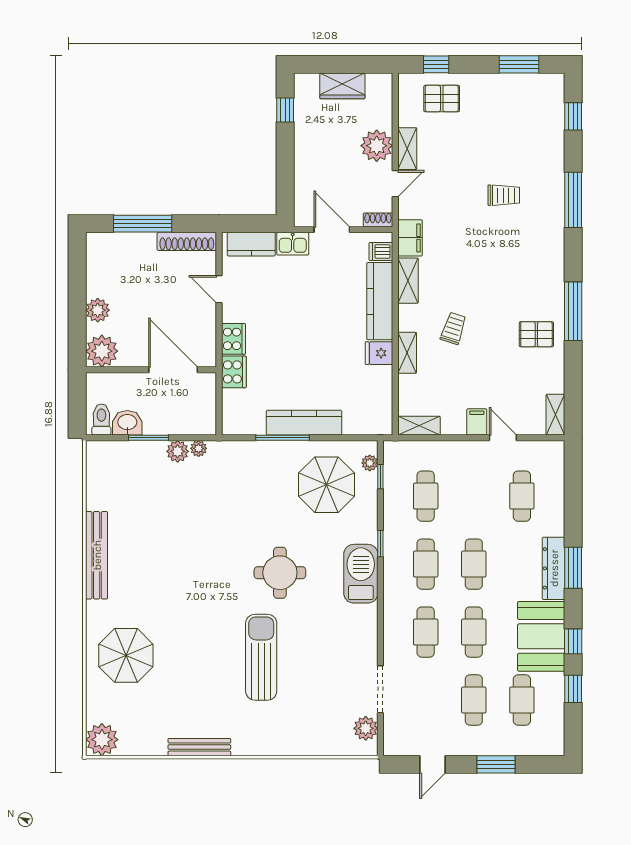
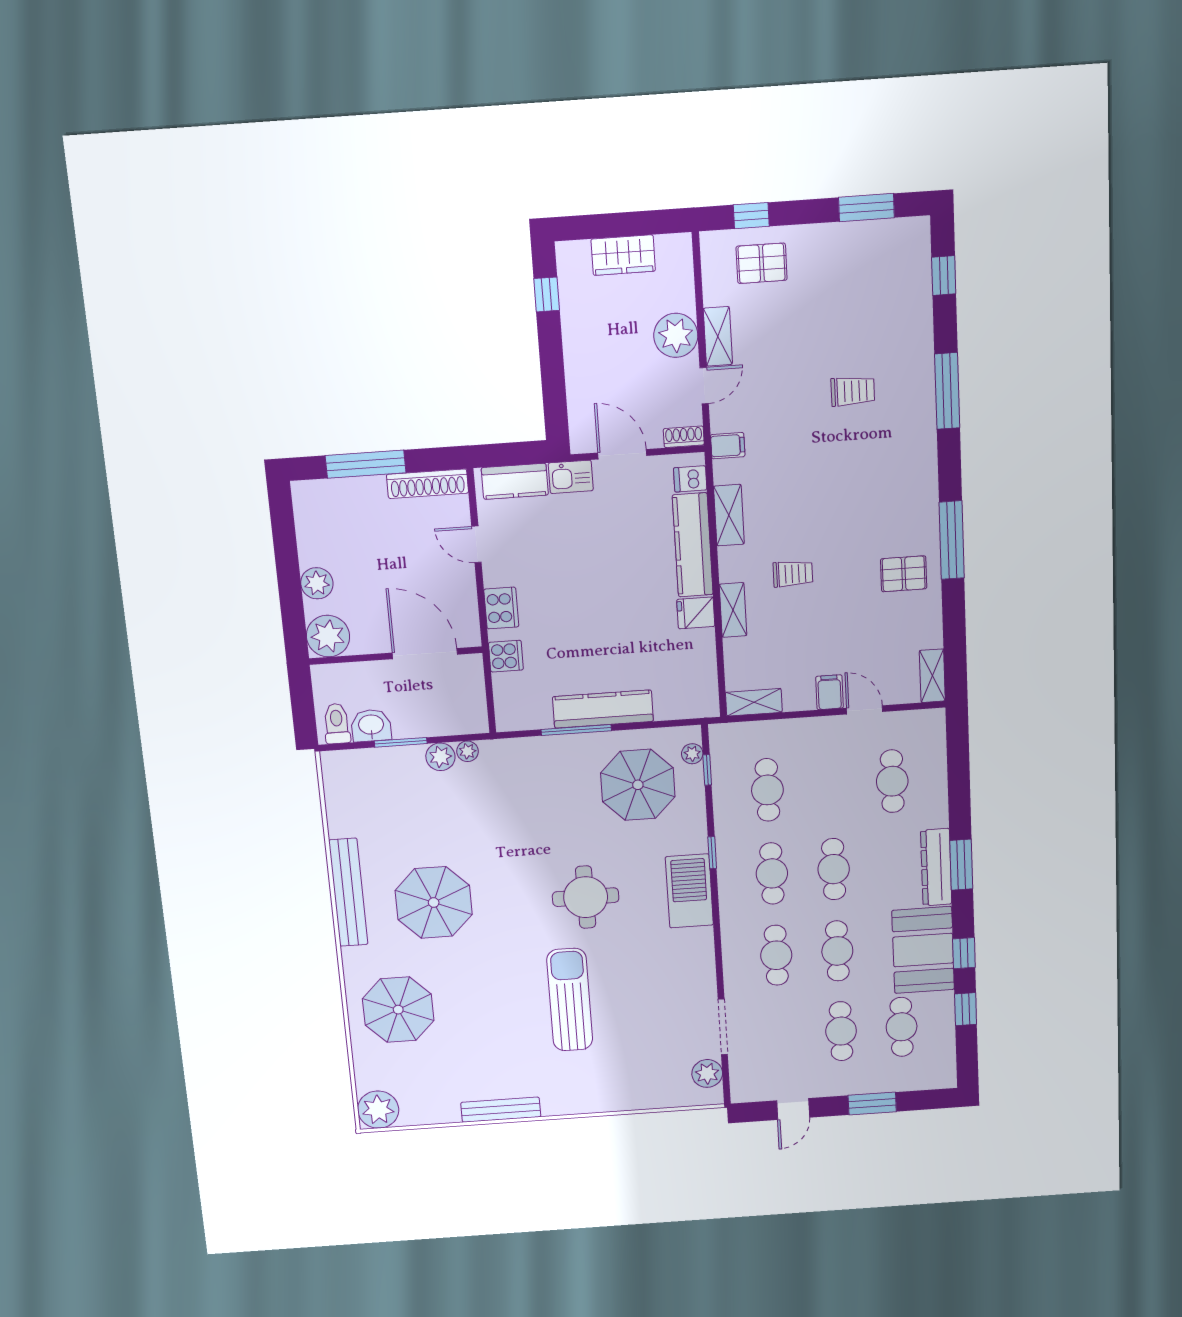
filing cabinet: (410, 238) -> (728, 446), width x0.50
trolley: (453, 328) -> (793, 574), turned 72
cooker: (234, 372) -> (506, 656), width x0.73
parasol: (162, 568) -> (434, 903), added

